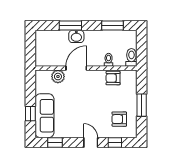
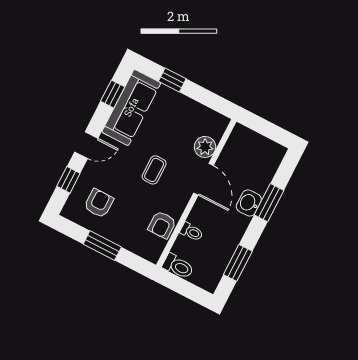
armchair: (113, 78) -> (162, 225), turned 180
coffee table: (85, 98) -> (154, 170), added
sofa: (44, 116) -> (131, 107), moved, turned -90

